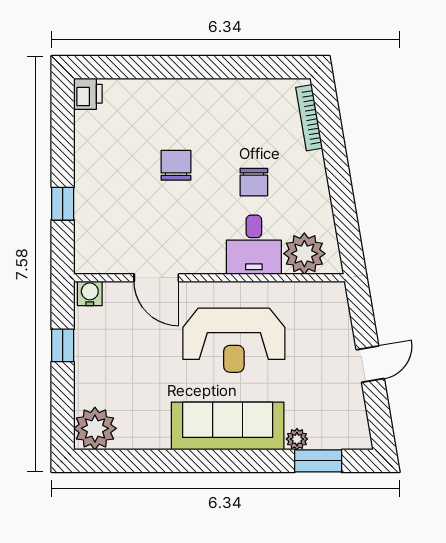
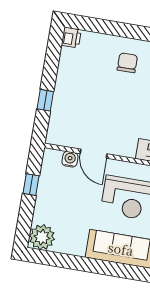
chair: (176, 165) -> (127, 63), moved
water cooler: (90, 293) -> (70, 159), moved

